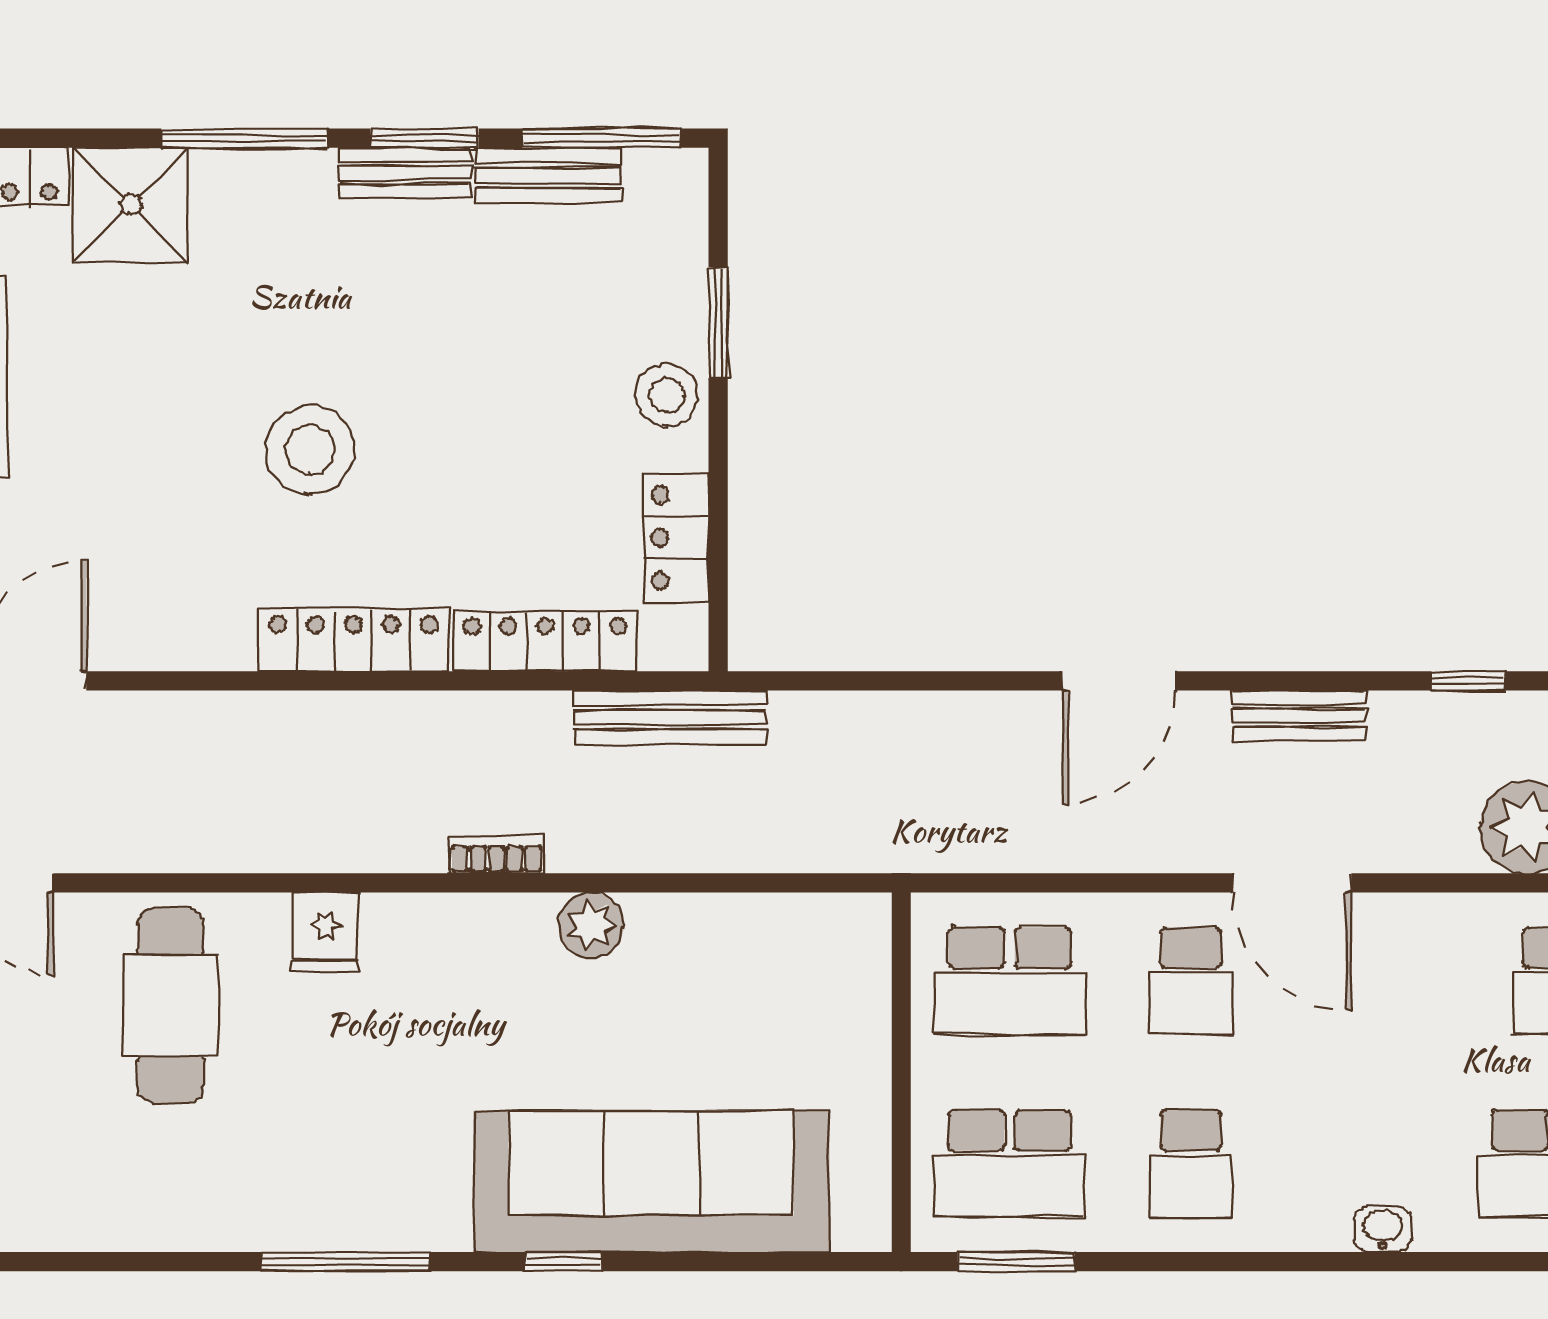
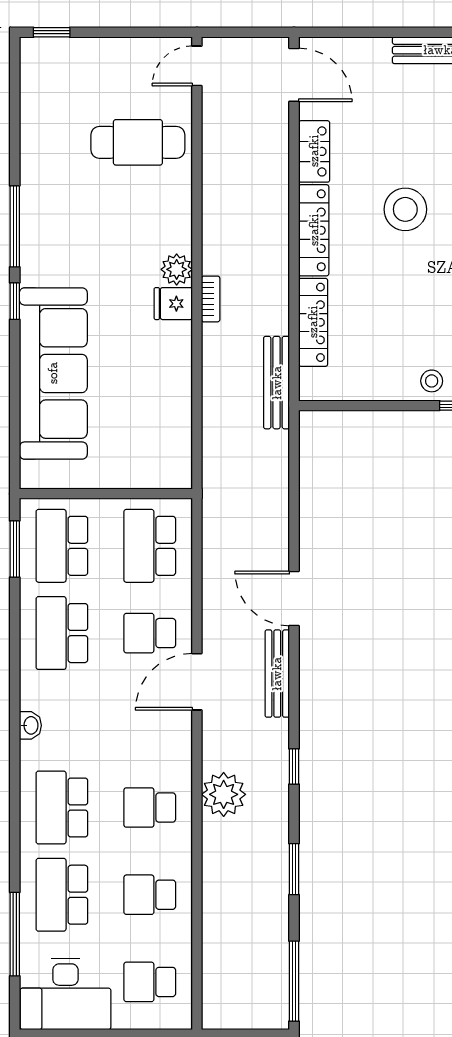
stool: (667, 395) -> (432, 381), width x0.73, depth x0.73
locker: (676, 538) -> (314, 151), moved, turned 90
bench: (1299, 716) -> (277, 674), width x1.36
plant: (591, 925) -> (177, 269), moved
fridge: (326, 932) -> (173, 304), moved
school desk: (1191, 1164) -> (62, 633), width x1.85
window: (563, 1262) -> (15, 301), moved

